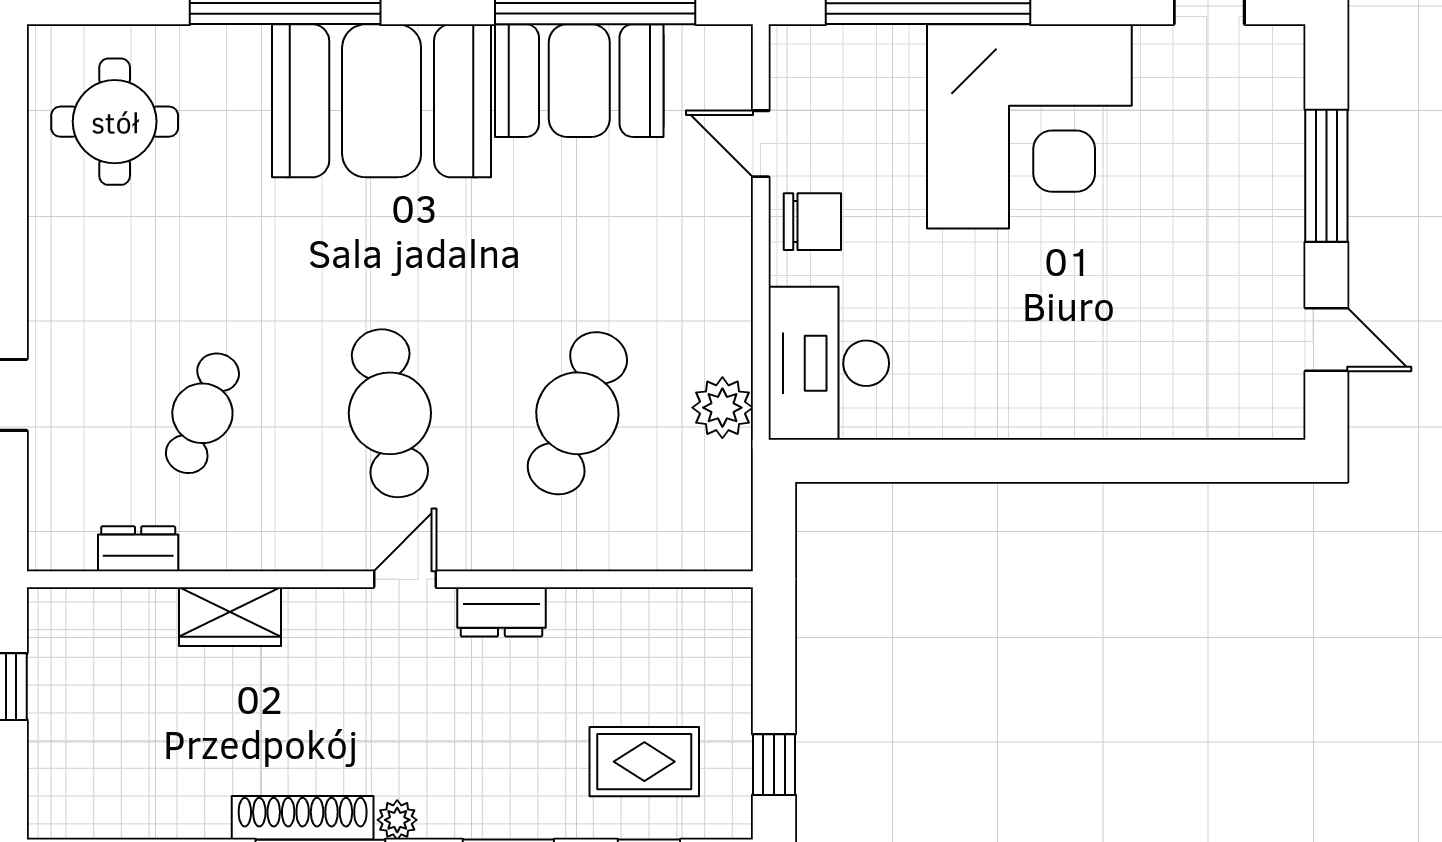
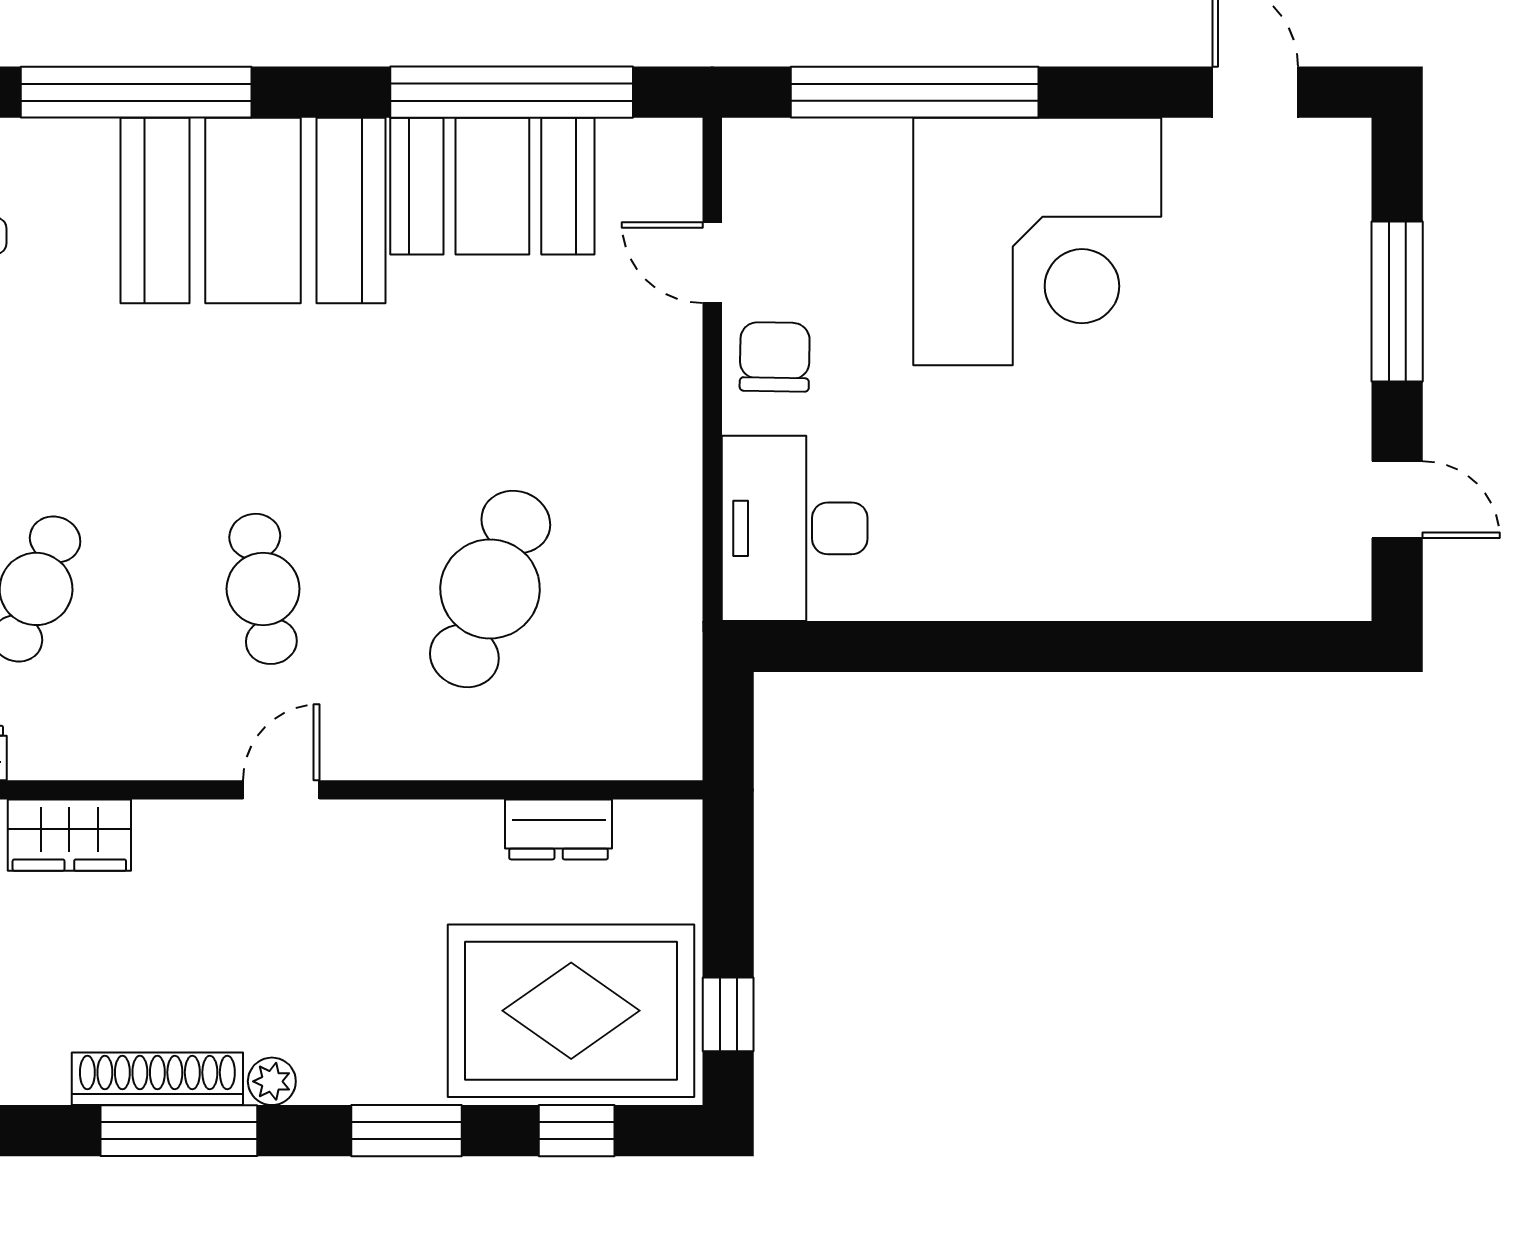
chair: (812, 222) -> (775, 357), turned -89
plant: (722, 408) -> (666, 582), removed
cafe table: (390, 413) -> (263, 589), width x0.73, depth x0.74
dresser: (501, 612) -> (559, 829), moved
rug: (644, 762) -> (571, 1011), width x1.86, depth x2.06

